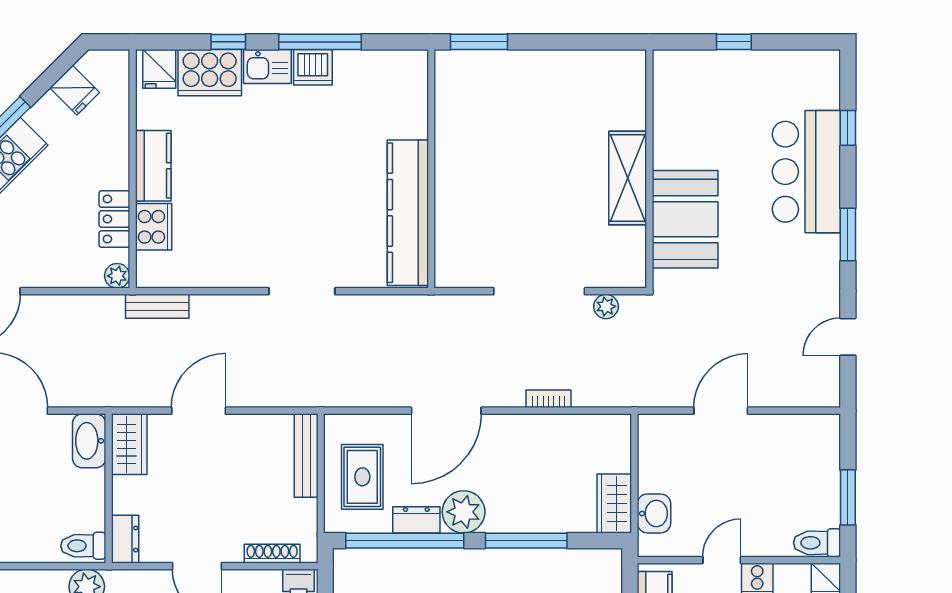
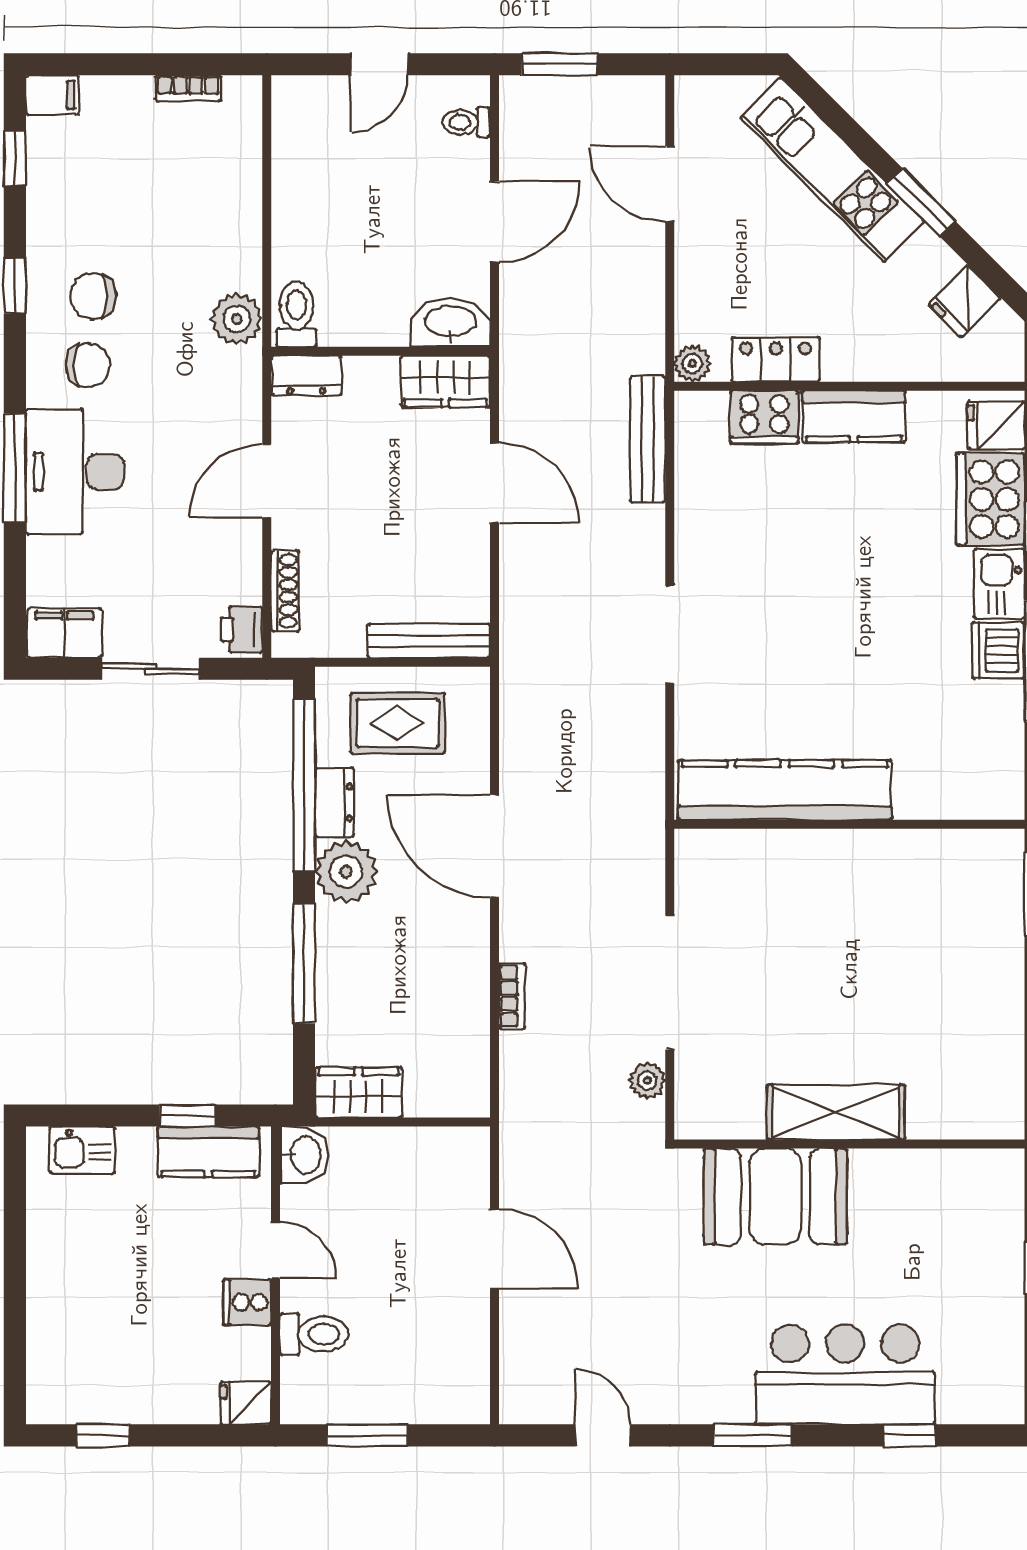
bench: (157, 306) -> (648, 439), width x1.36
washbasin: (654, 513) -> (304, 1155), moved, turned -90
toilet: (817, 543) -> (314, 1334), moved, turned 90

